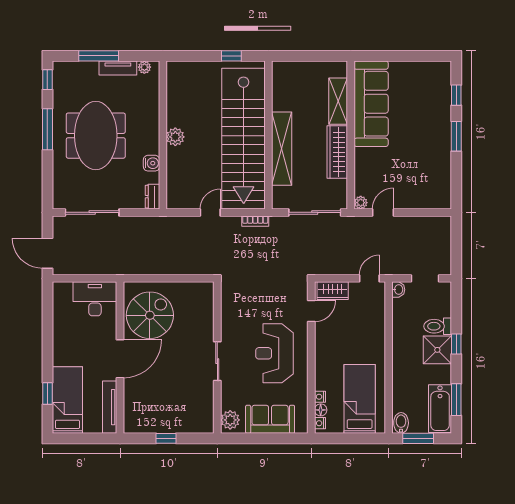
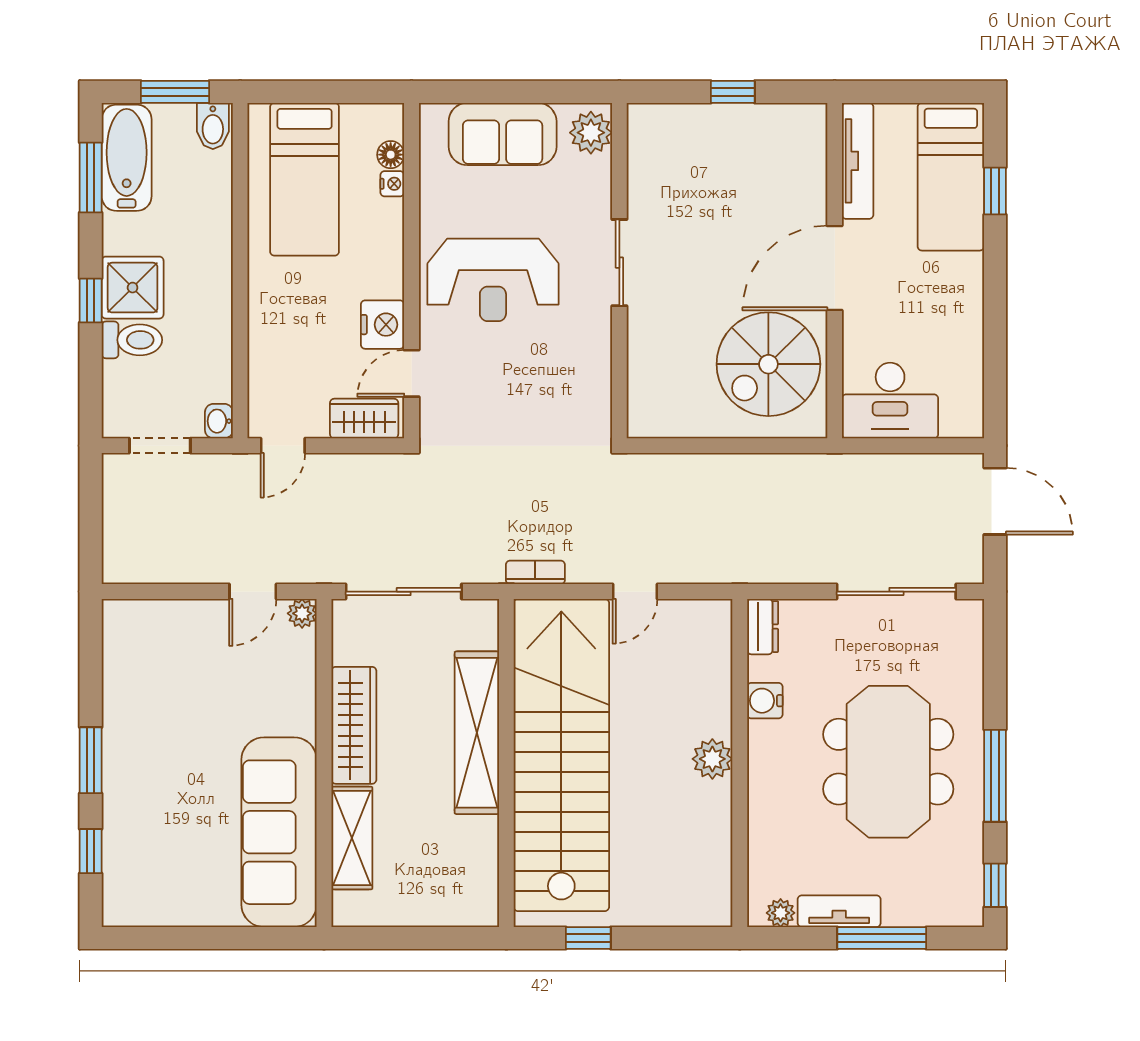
reception desk: (274, 353) -> (493, 280), turned 90
nightstand: (320, 423) -> (383, 325), moved, width x1.89, depth x1.79

